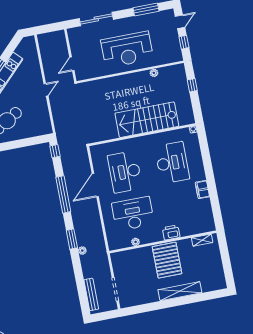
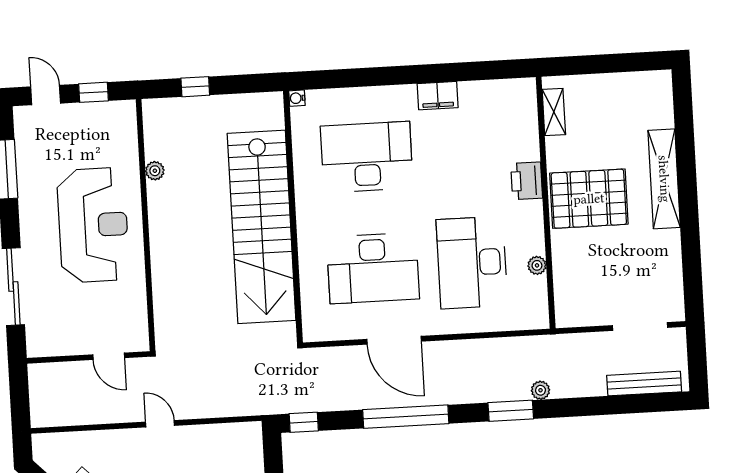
stairs: (147, 120) -> (262, 227), width x1.36

